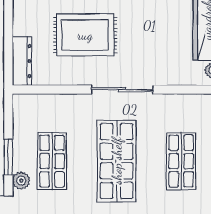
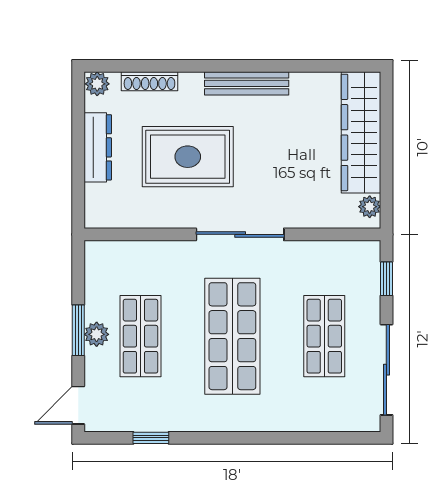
dresser: (22, 61) -> (98, 147), moved
plant: (21, 181) -> (97, 334), moved

